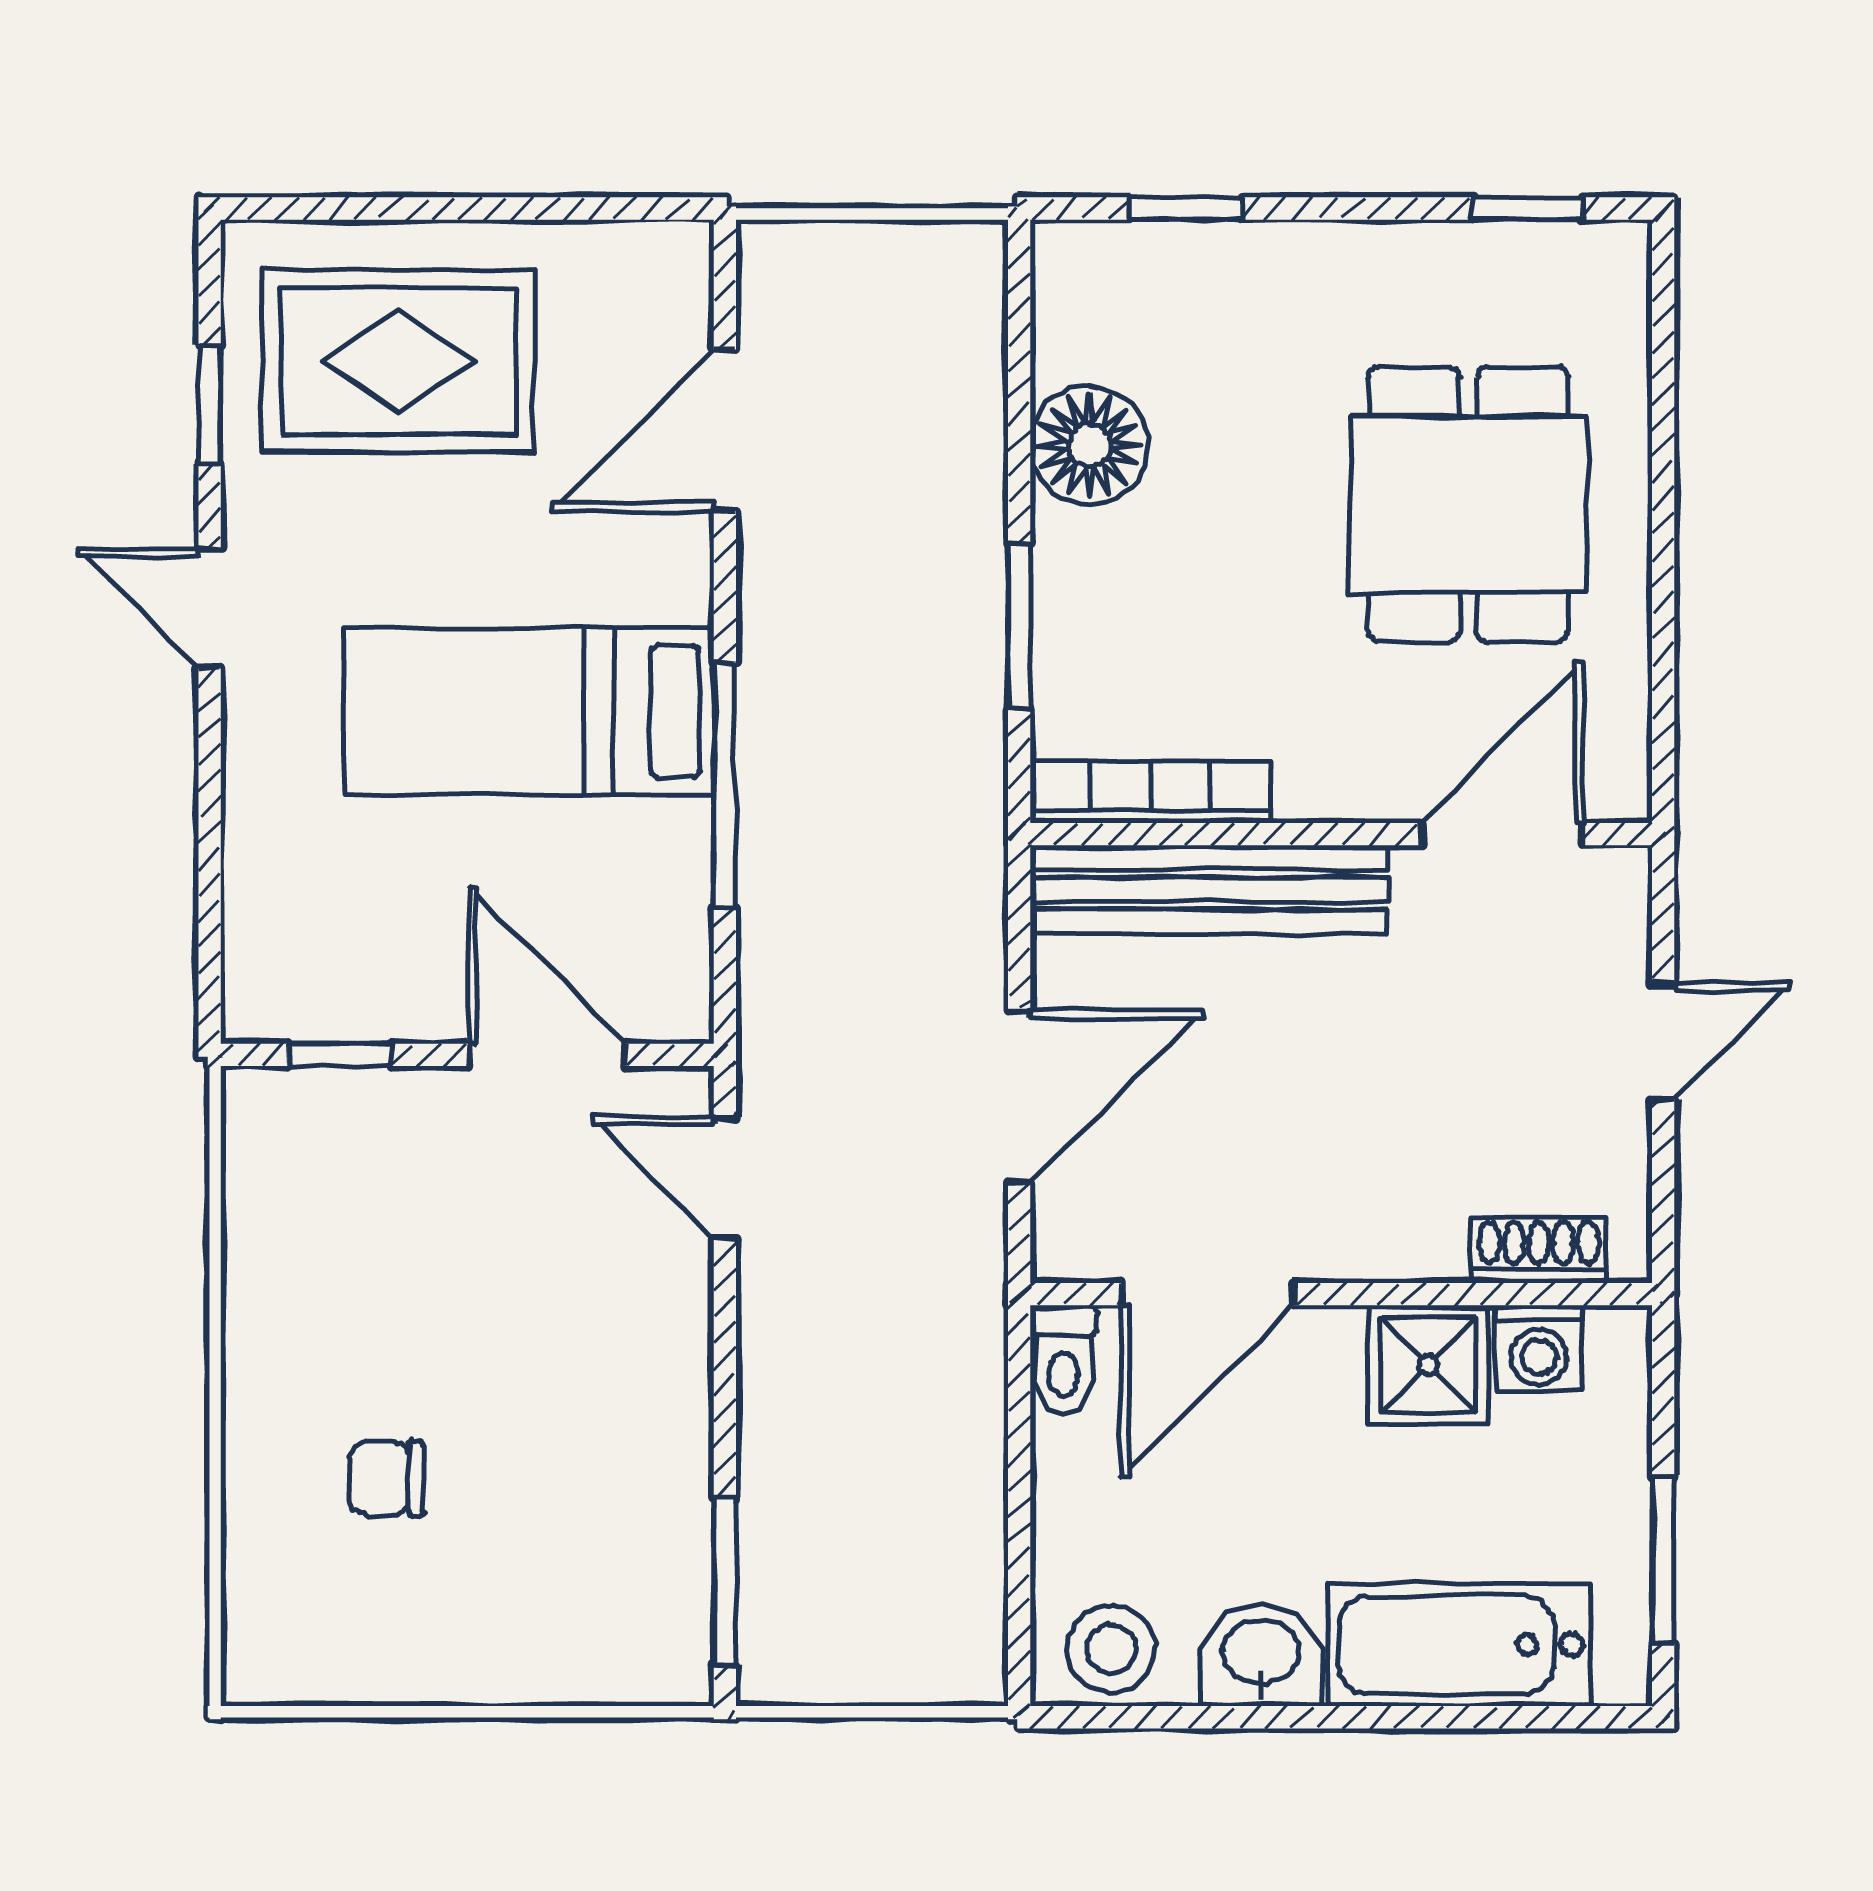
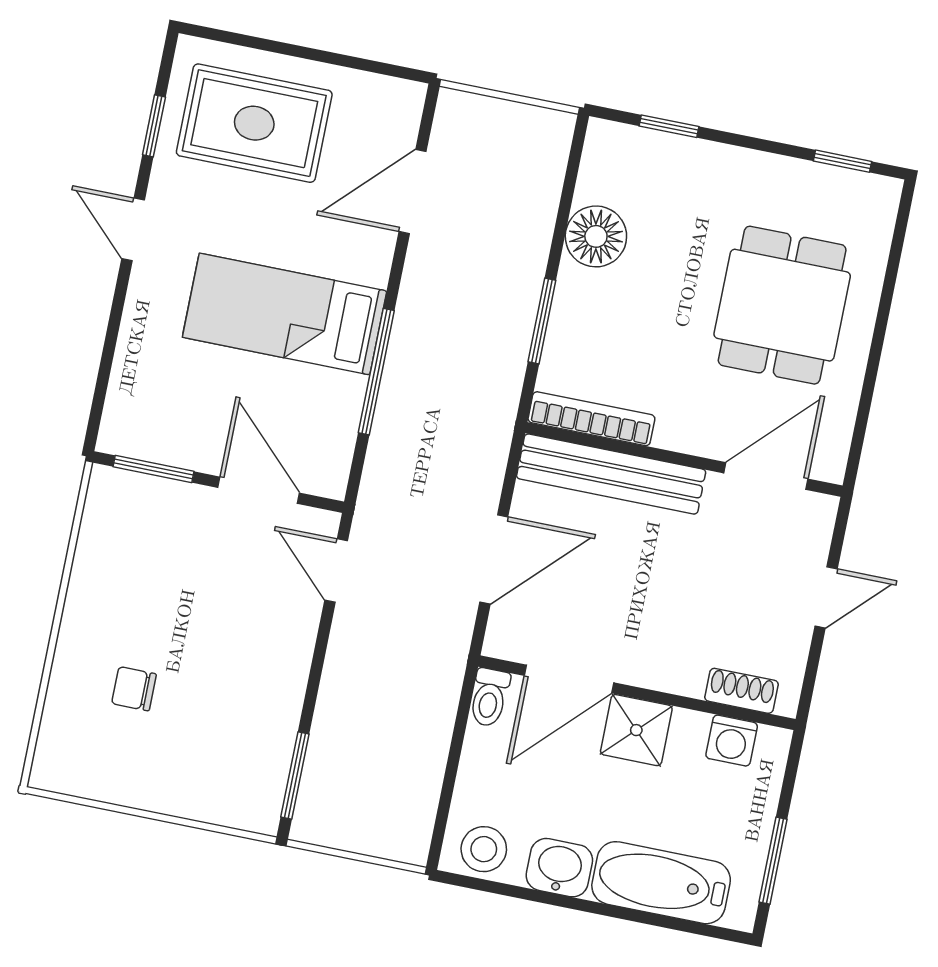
window: (340, 1055) -> (153, 469), width x1.50
shower: (1428, 1365) -> (636, 730), moved

